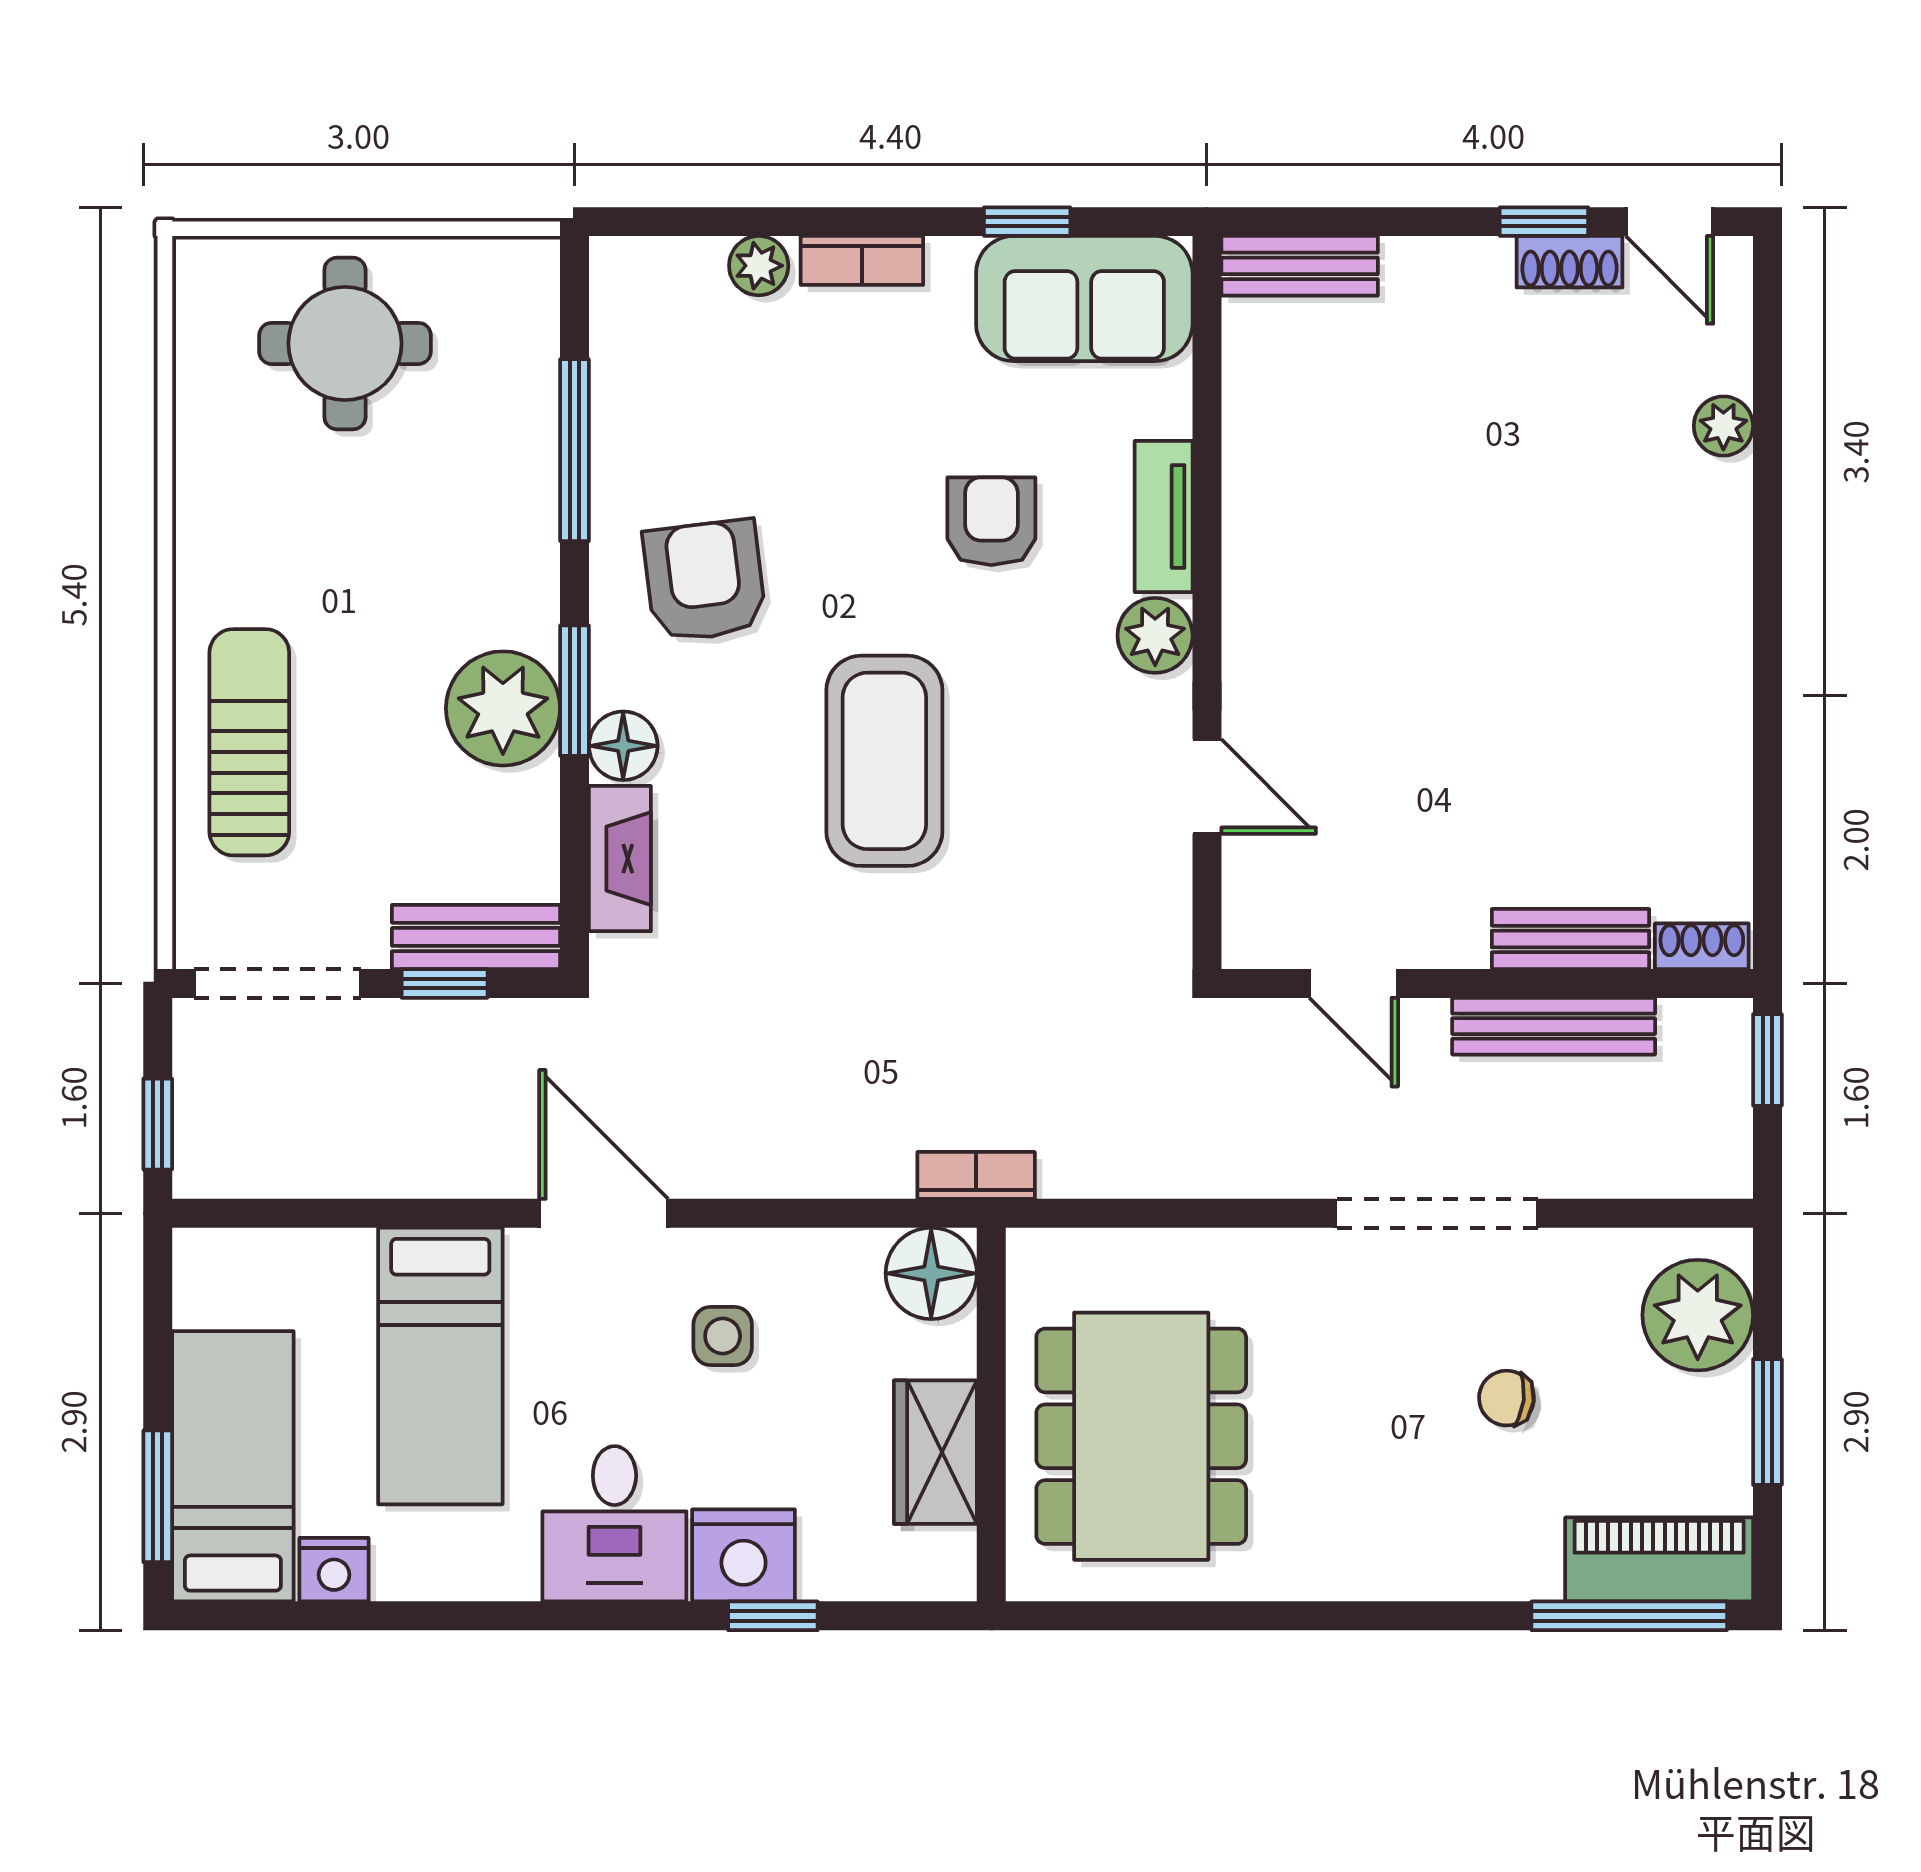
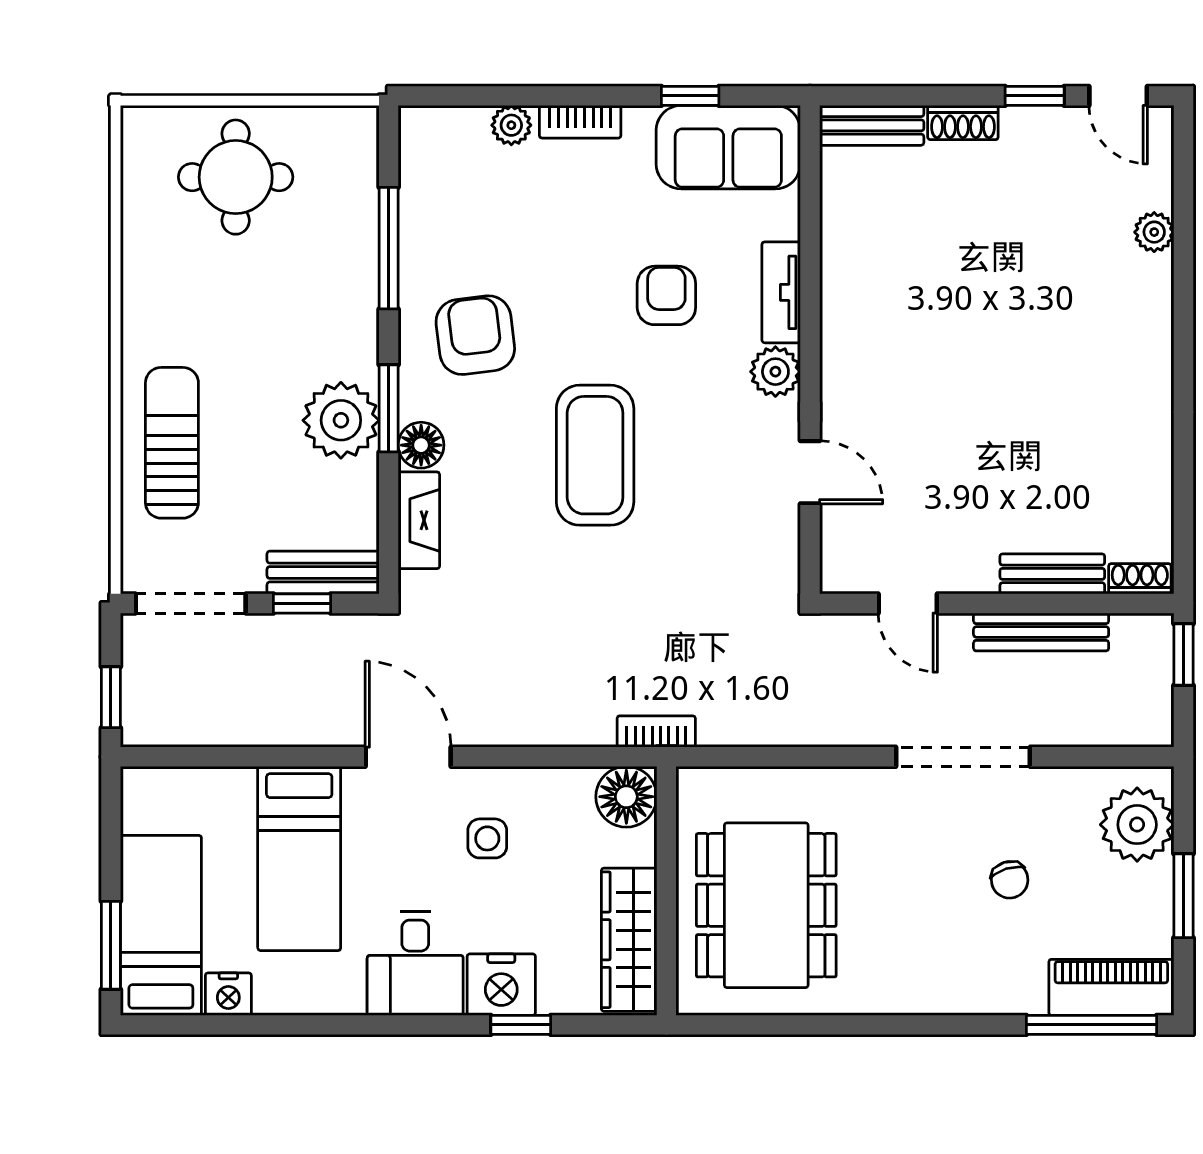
shoe rack: (1569, 262) -> (963, 123), moved
chair: (1506, 1398) -> (1010, 880), turned -114
wardrobe: (935, 1452) -> (629, 940), width x1.50

